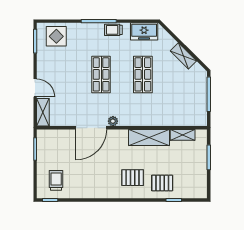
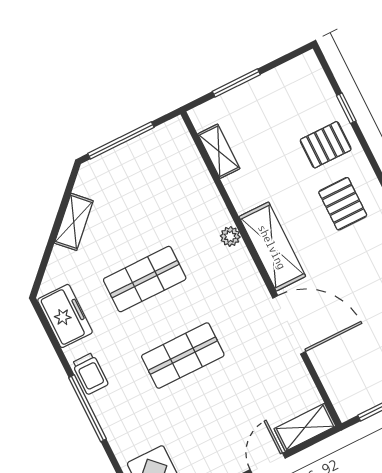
plant: (113, 121) -> (230, 236), moved
shelving: (149, 137) -> (272, 247), moved
pallet: (162, 183) -> (326, 145), turned 90

